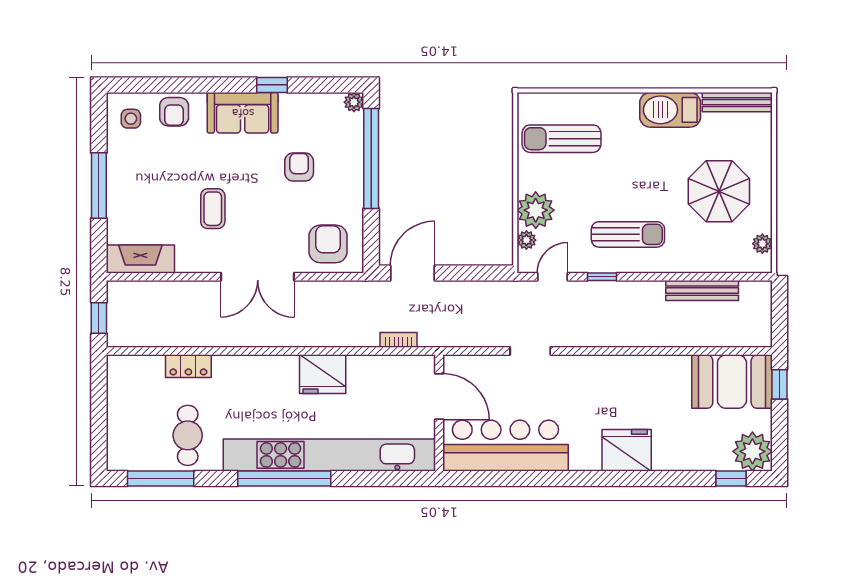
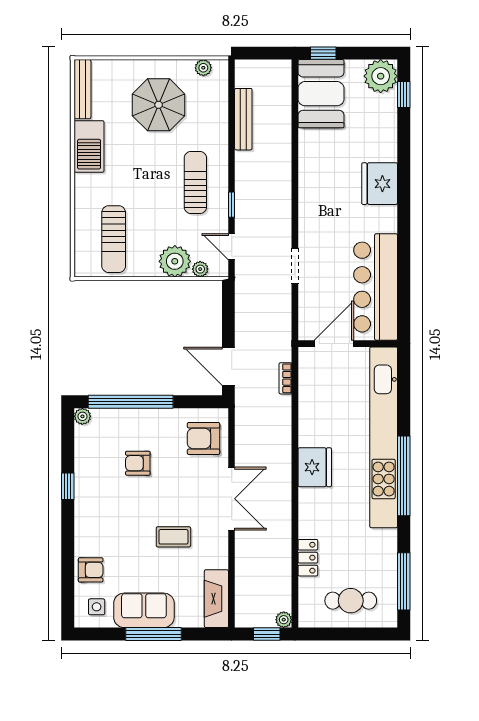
sofa: (243, 113) -> (144, 610), moved, turned -90
plant: (116, 338) -> (284, 620), added
fridge: (323, 374) -> (315, 467), moved
cafe table: (188, 435) -> (351, 601), moved

